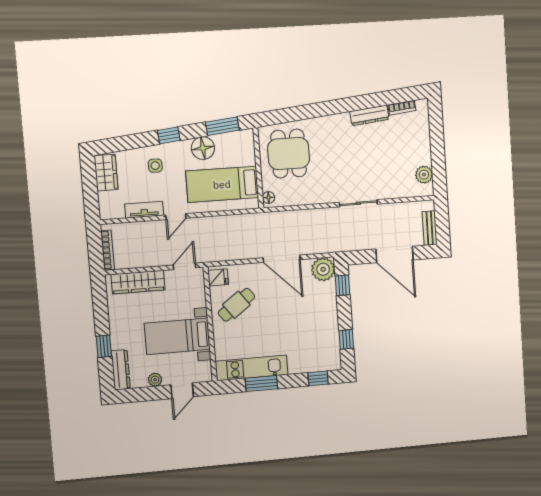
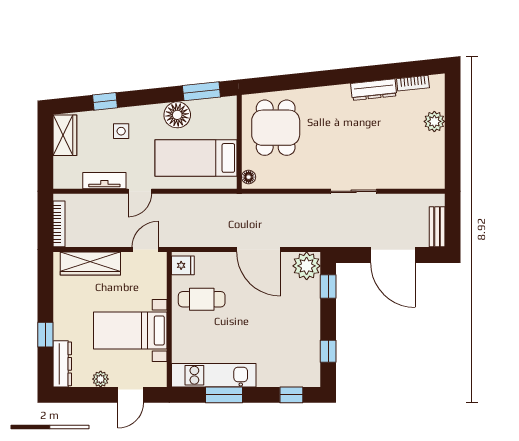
window: (169, 135) -> (105, 101), moved
plant: (424, 175) -> (434, 121), moved
cafe table: (236, 305) -> (202, 299), turned 36

